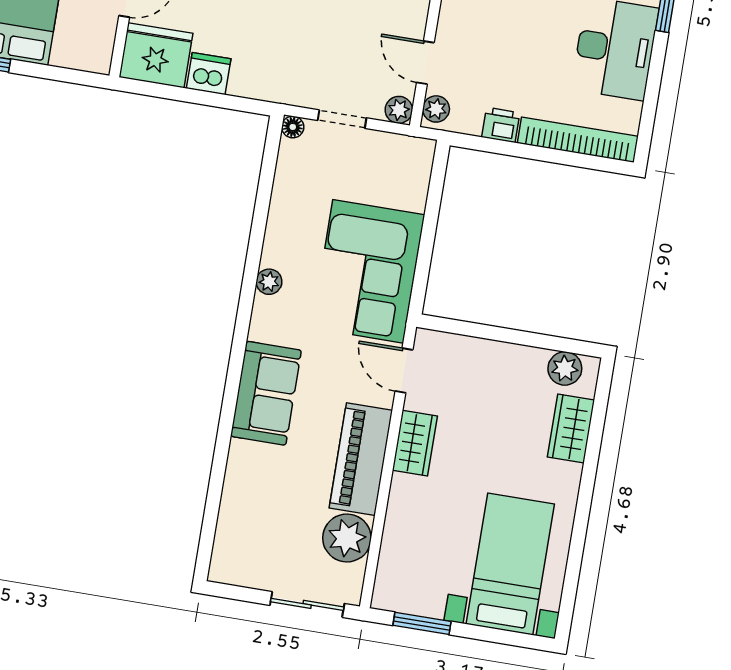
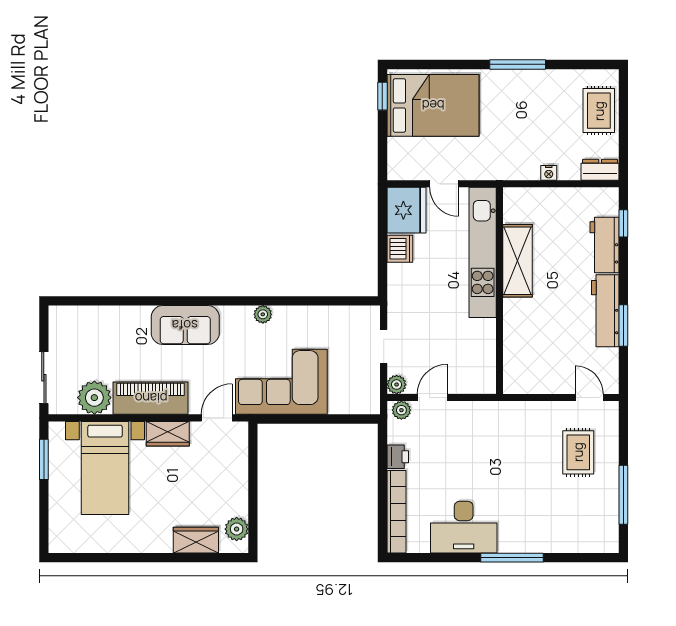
floor lamp: (293, 127) -> (373, 313), removed
bed with nightstands: (510, 564) -> (105, 468), moved, turned 90

